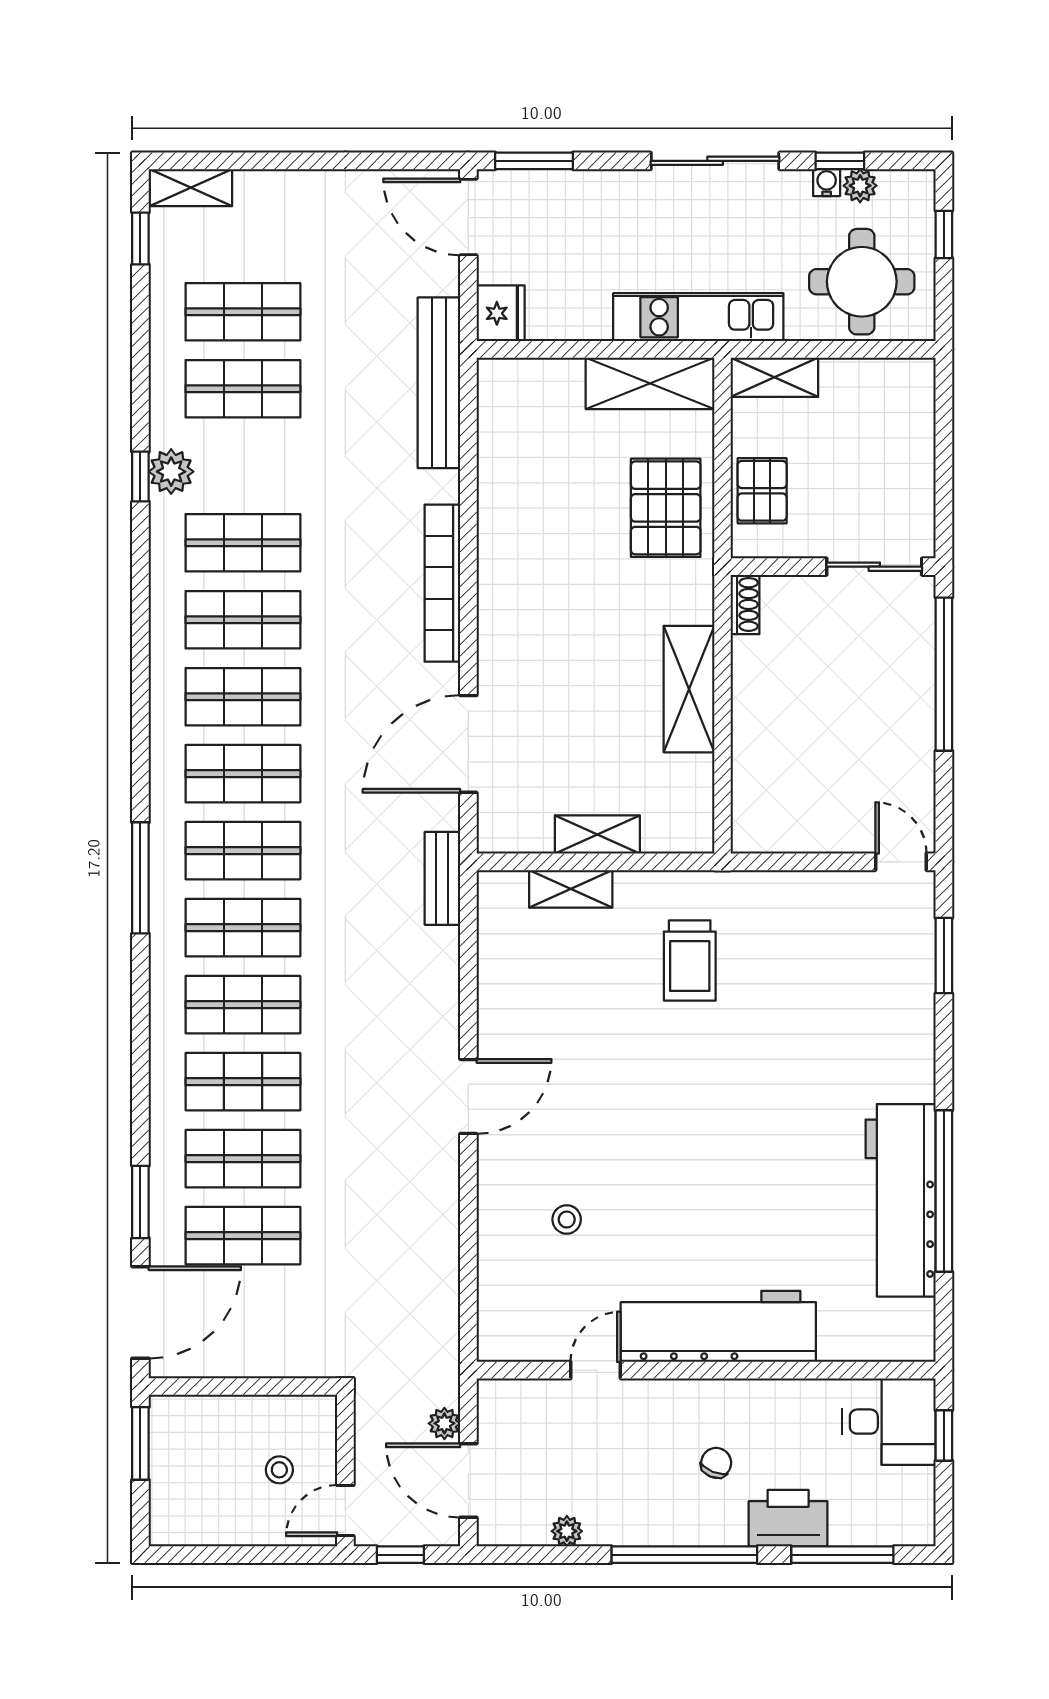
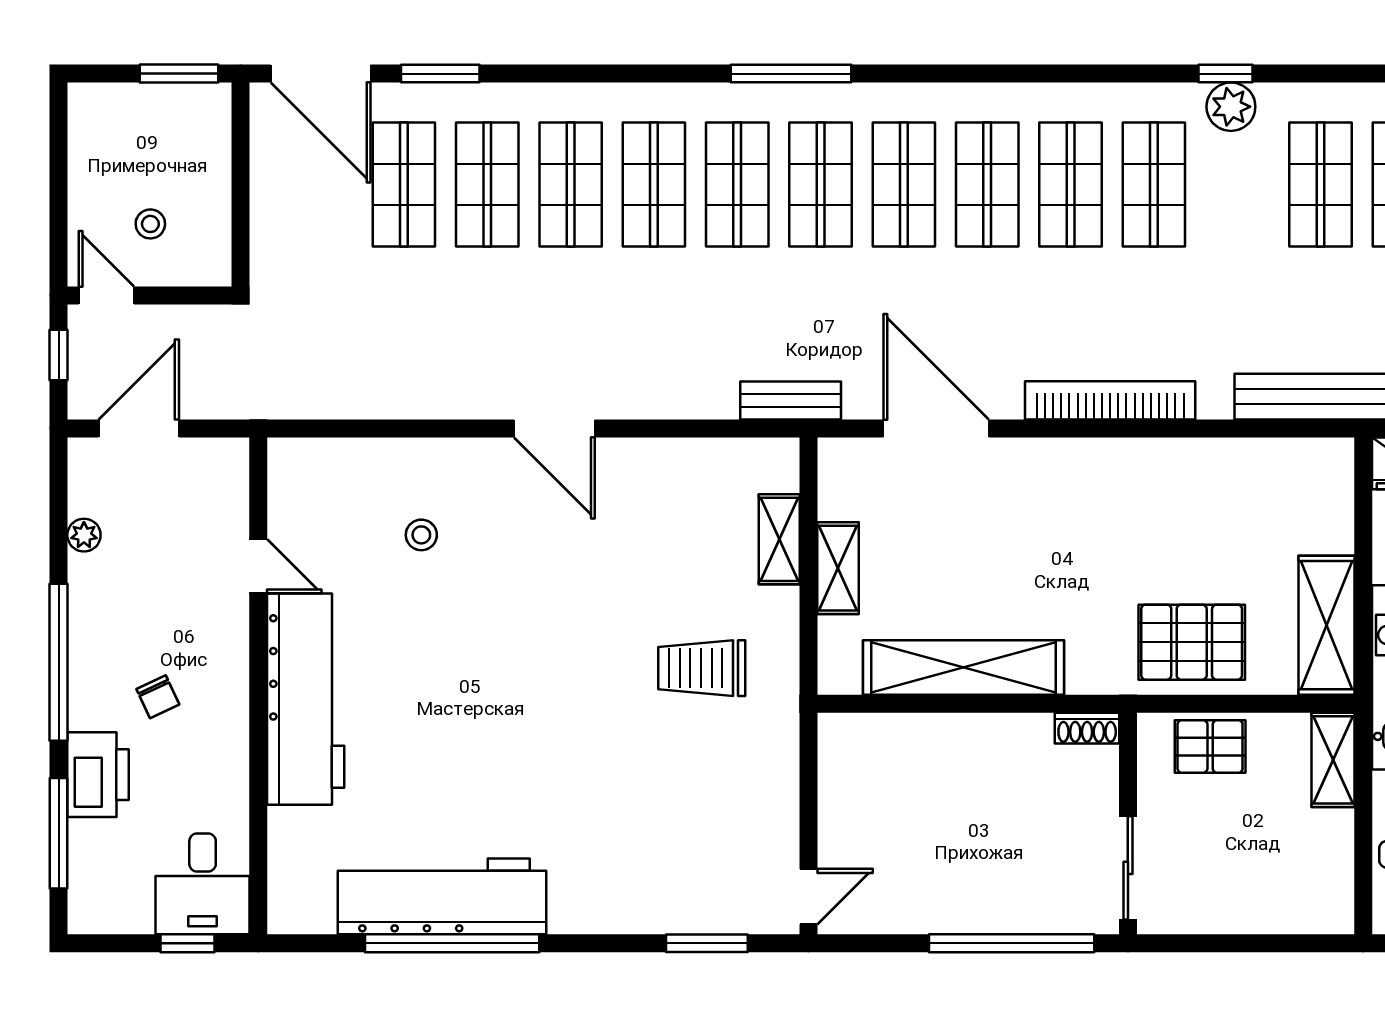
shelving: (689, 689) -> (964, 667), width x1.47
plant: (444, 1423) -> (201, 403), removed
chair: (716, 1463) -> (158, 697), turned 43

